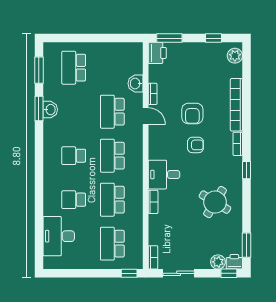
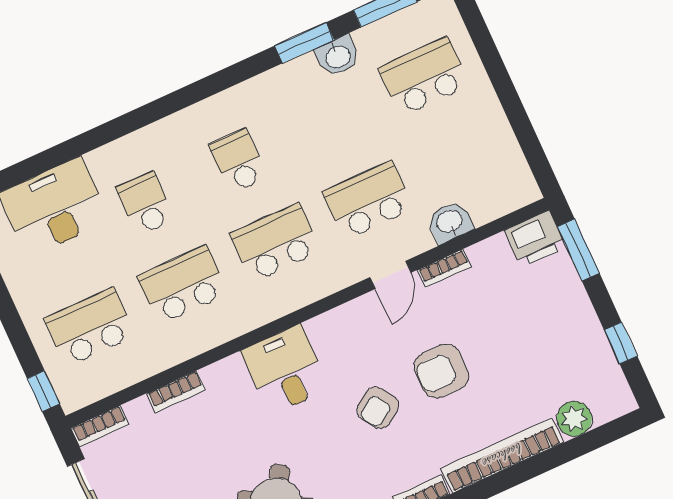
plant: (235, 56) -> (574, 419), moved
washbasin: (50, 110) -> (338, 56), moved
armchair: (195, 145) -> (378, 408), turned 56
bookcase: (153, 202) -> (176, 392), moved

